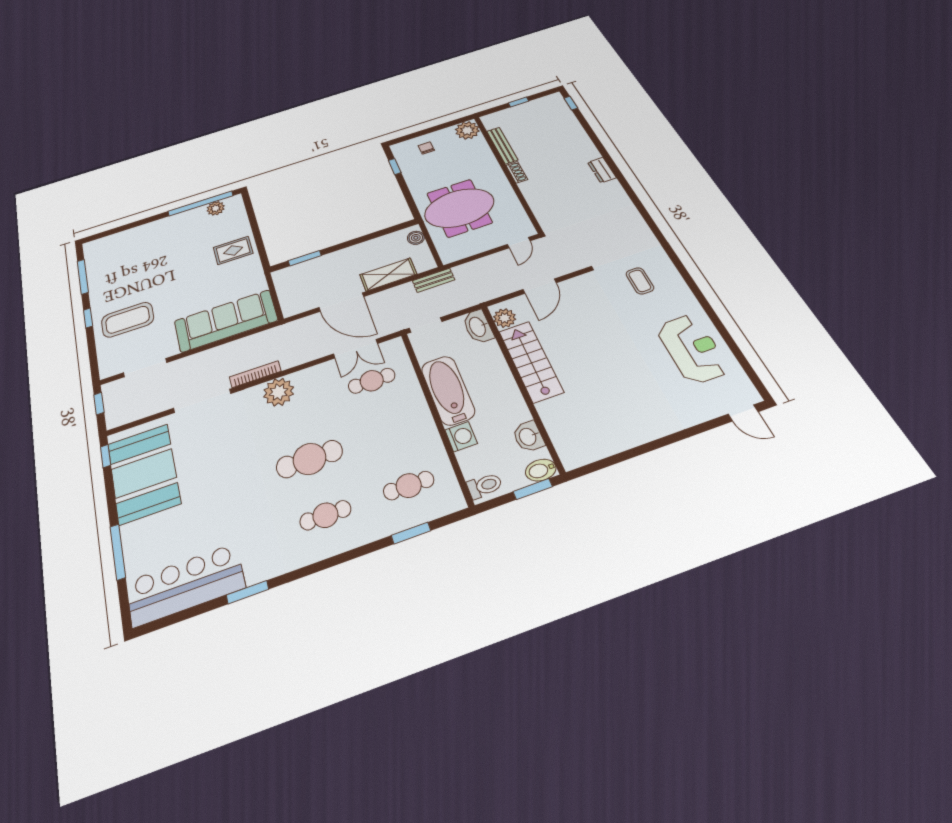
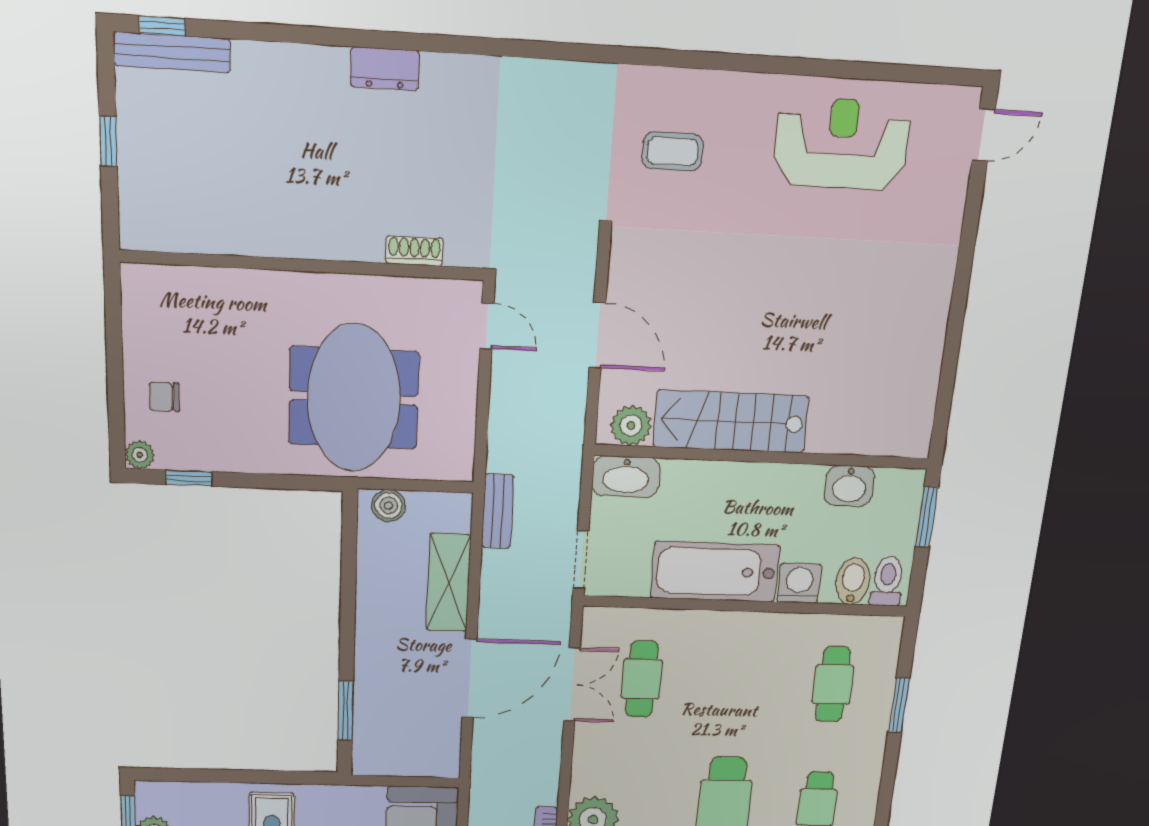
plant: (467, 130) -> (140, 455), moved, width x0.53, depth x0.53
bench: (502, 146) -> (172, 52), moved
shoe rack: (517, 172) -> (414, 251), moved
bidet: (541, 470) -> (853, 581), moved, turned 180

